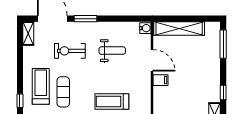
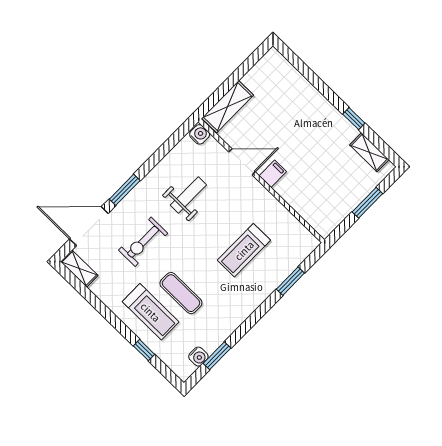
shelving: (179, 28) -> (228, 107), width x0.68
window: (223, 44) -> (301, 66), removed
treadmill: (41, 86) -> (151, 312), turned 180

